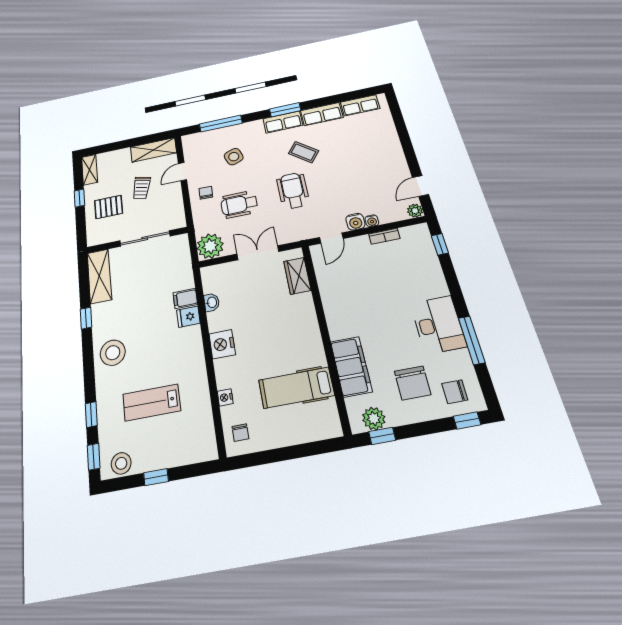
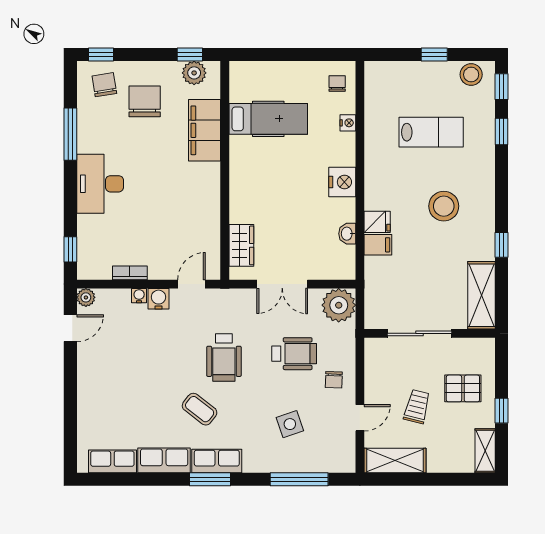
desk: (438, 325) -> (100, 184), moved
stool: (113, 353) -> (444, 206), moved
chair: (455, 392) -> (104, 85), turned -99

